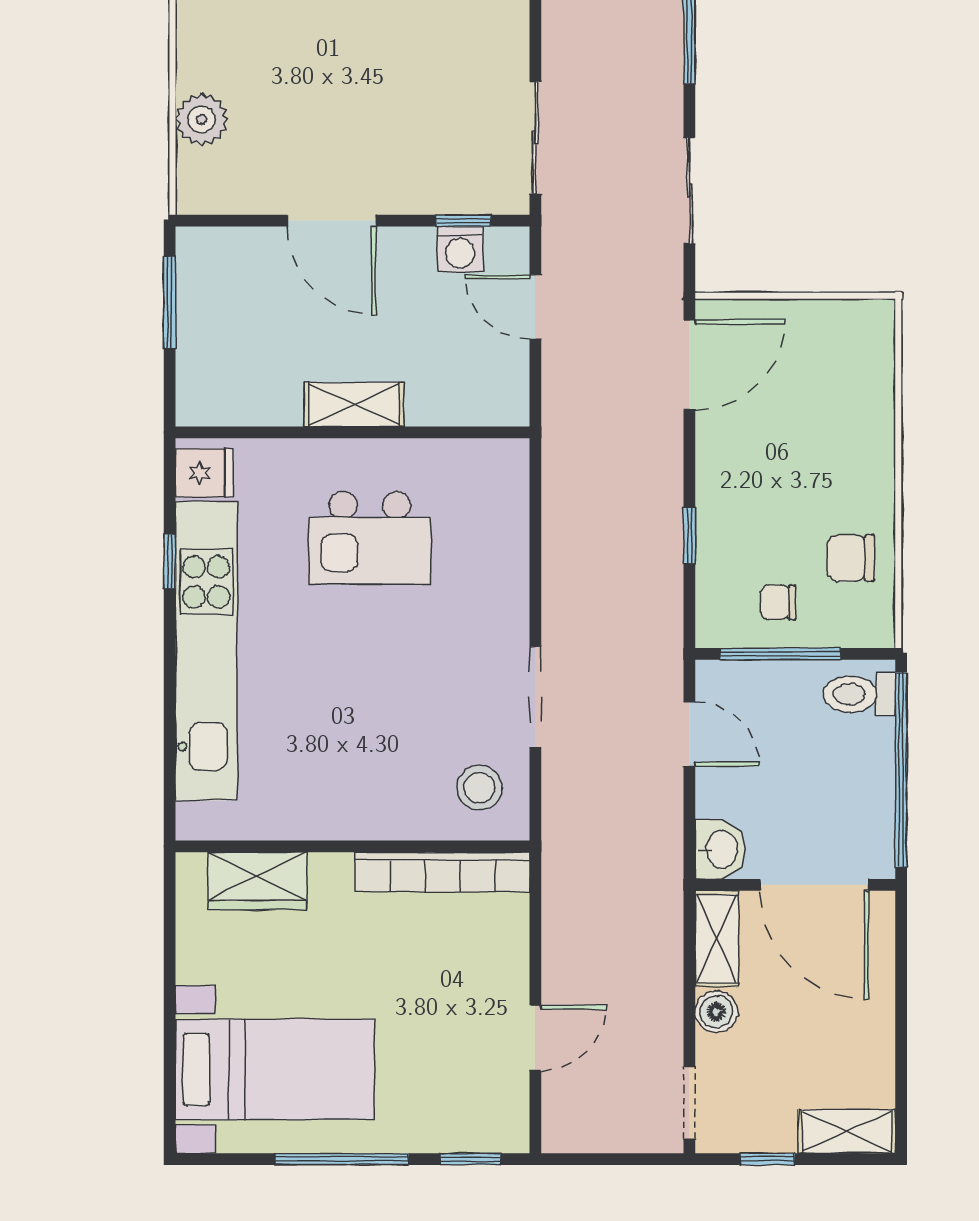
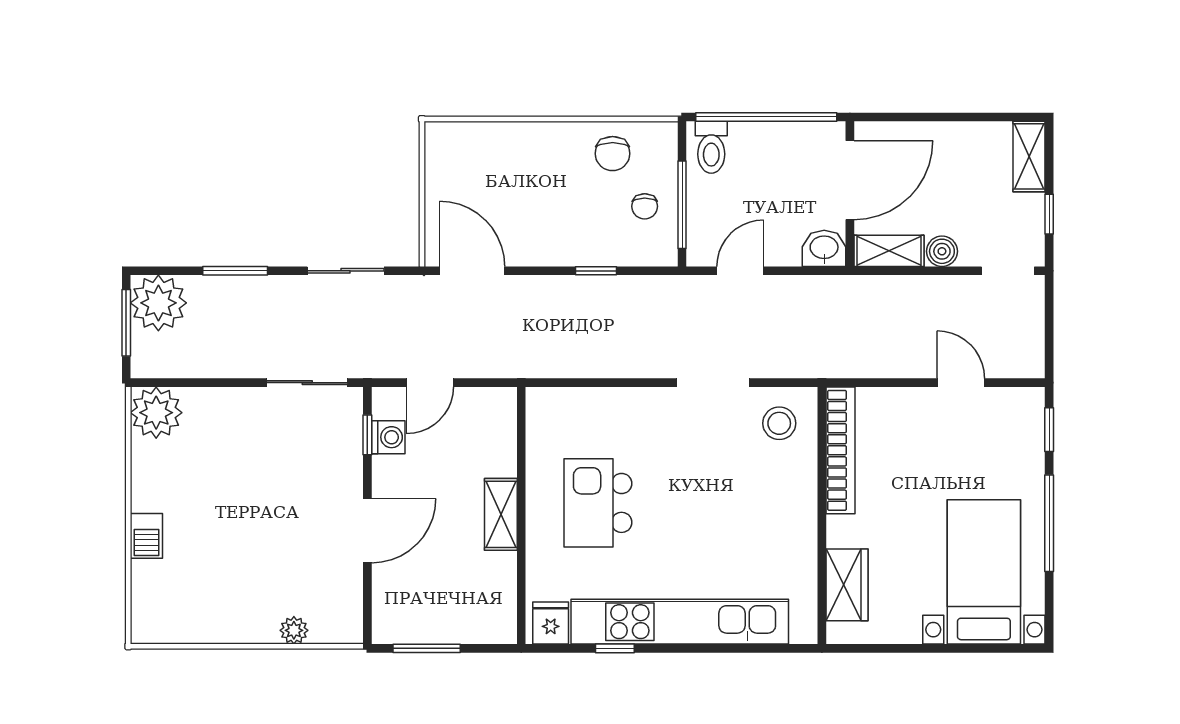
plant: (202, 119) -> (294, 630), width x0.73, depth x0.73
kitchen island: (370, 538) -> (598, 503), turned 180

